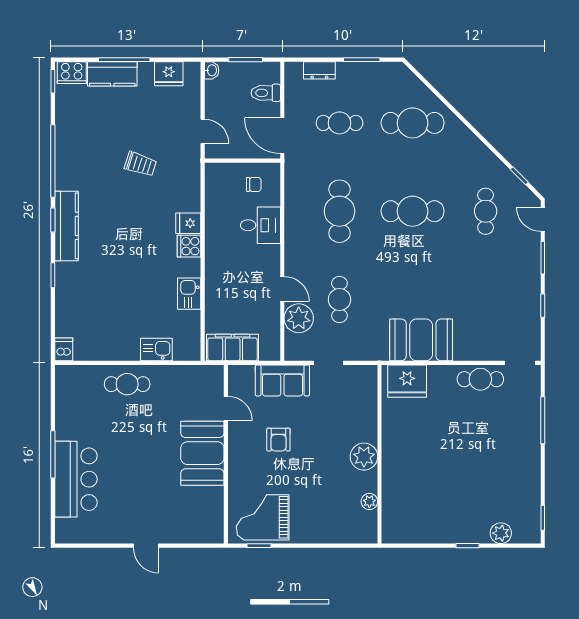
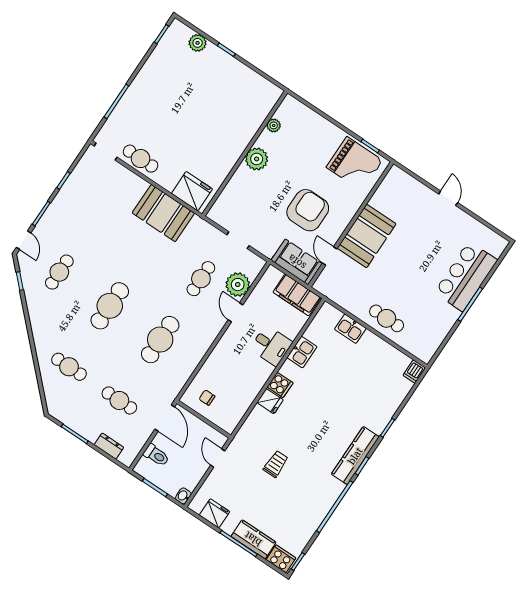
cafe table: (413, 123) -> (69, 367), width x0.73, depth x0.74
trolley: (140, 164) -> (276, 464), turned 72
cafe table: (413, 211) -> (110, 306), turned 90
desk: (260, 225) -> (271, 346), moved, turned 180
sofa: (282, 380) -> (297, 262), moved
armchair: (278, 440) -> (308, 210), width x1.88, depth x1.88

